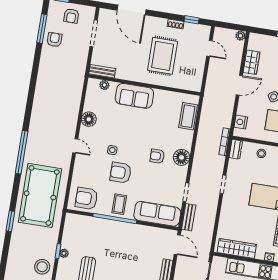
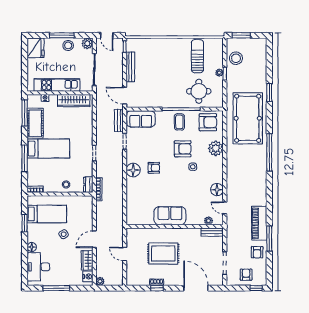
window: (192, 20) -> (157, 288), moved
window: (42, 29) -> (269, 239), moved
door: (209, 48) -> (125, 254), moved
rug: (163, 56) -> (163, 253), turned 90
piano: (46, 72) -> (259, 223), added
sofa: (134, 96) -> (170, 216), moved
coffee table: (188, 116) -> (133, 206), removed
nightstand: (241, 122) -> (88, 276), moved
door: (75, 146) -> (225, 208), moved
plant: (82, 167) -> (216, 148), added
sofa: (157, 214) -> (141, 119), width x0.73
round table: (91, 236) -> (199, 91), added

